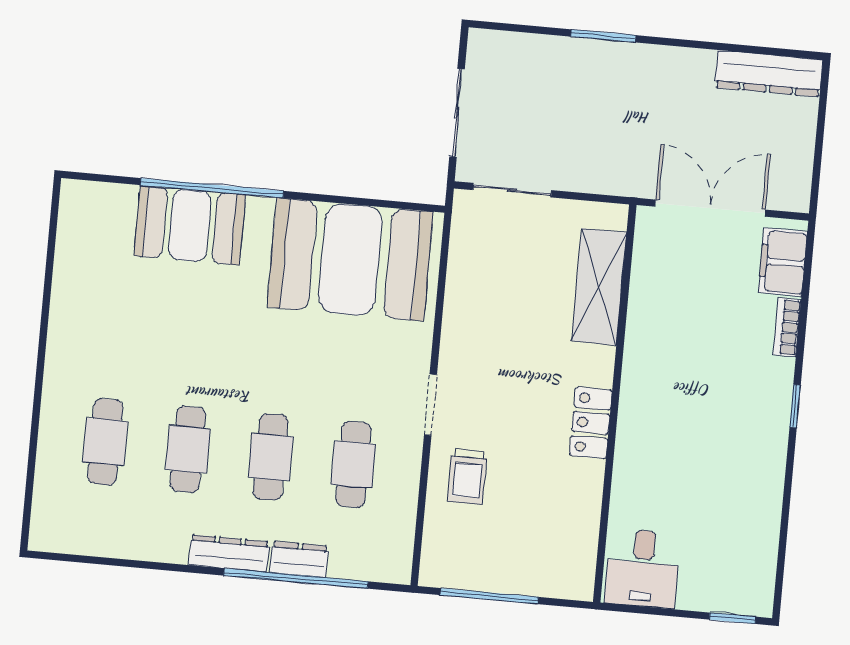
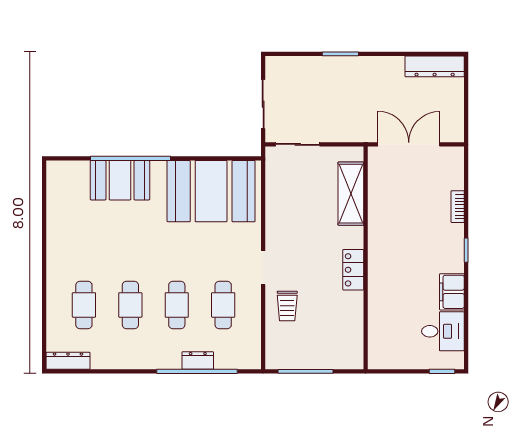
filing cabinet: (783, 262) -> (452, 292), moved
dresser: (229, 553) -> (68, 361), moved
desk: (643, 568) -> (443, 331), moved, turned -90

